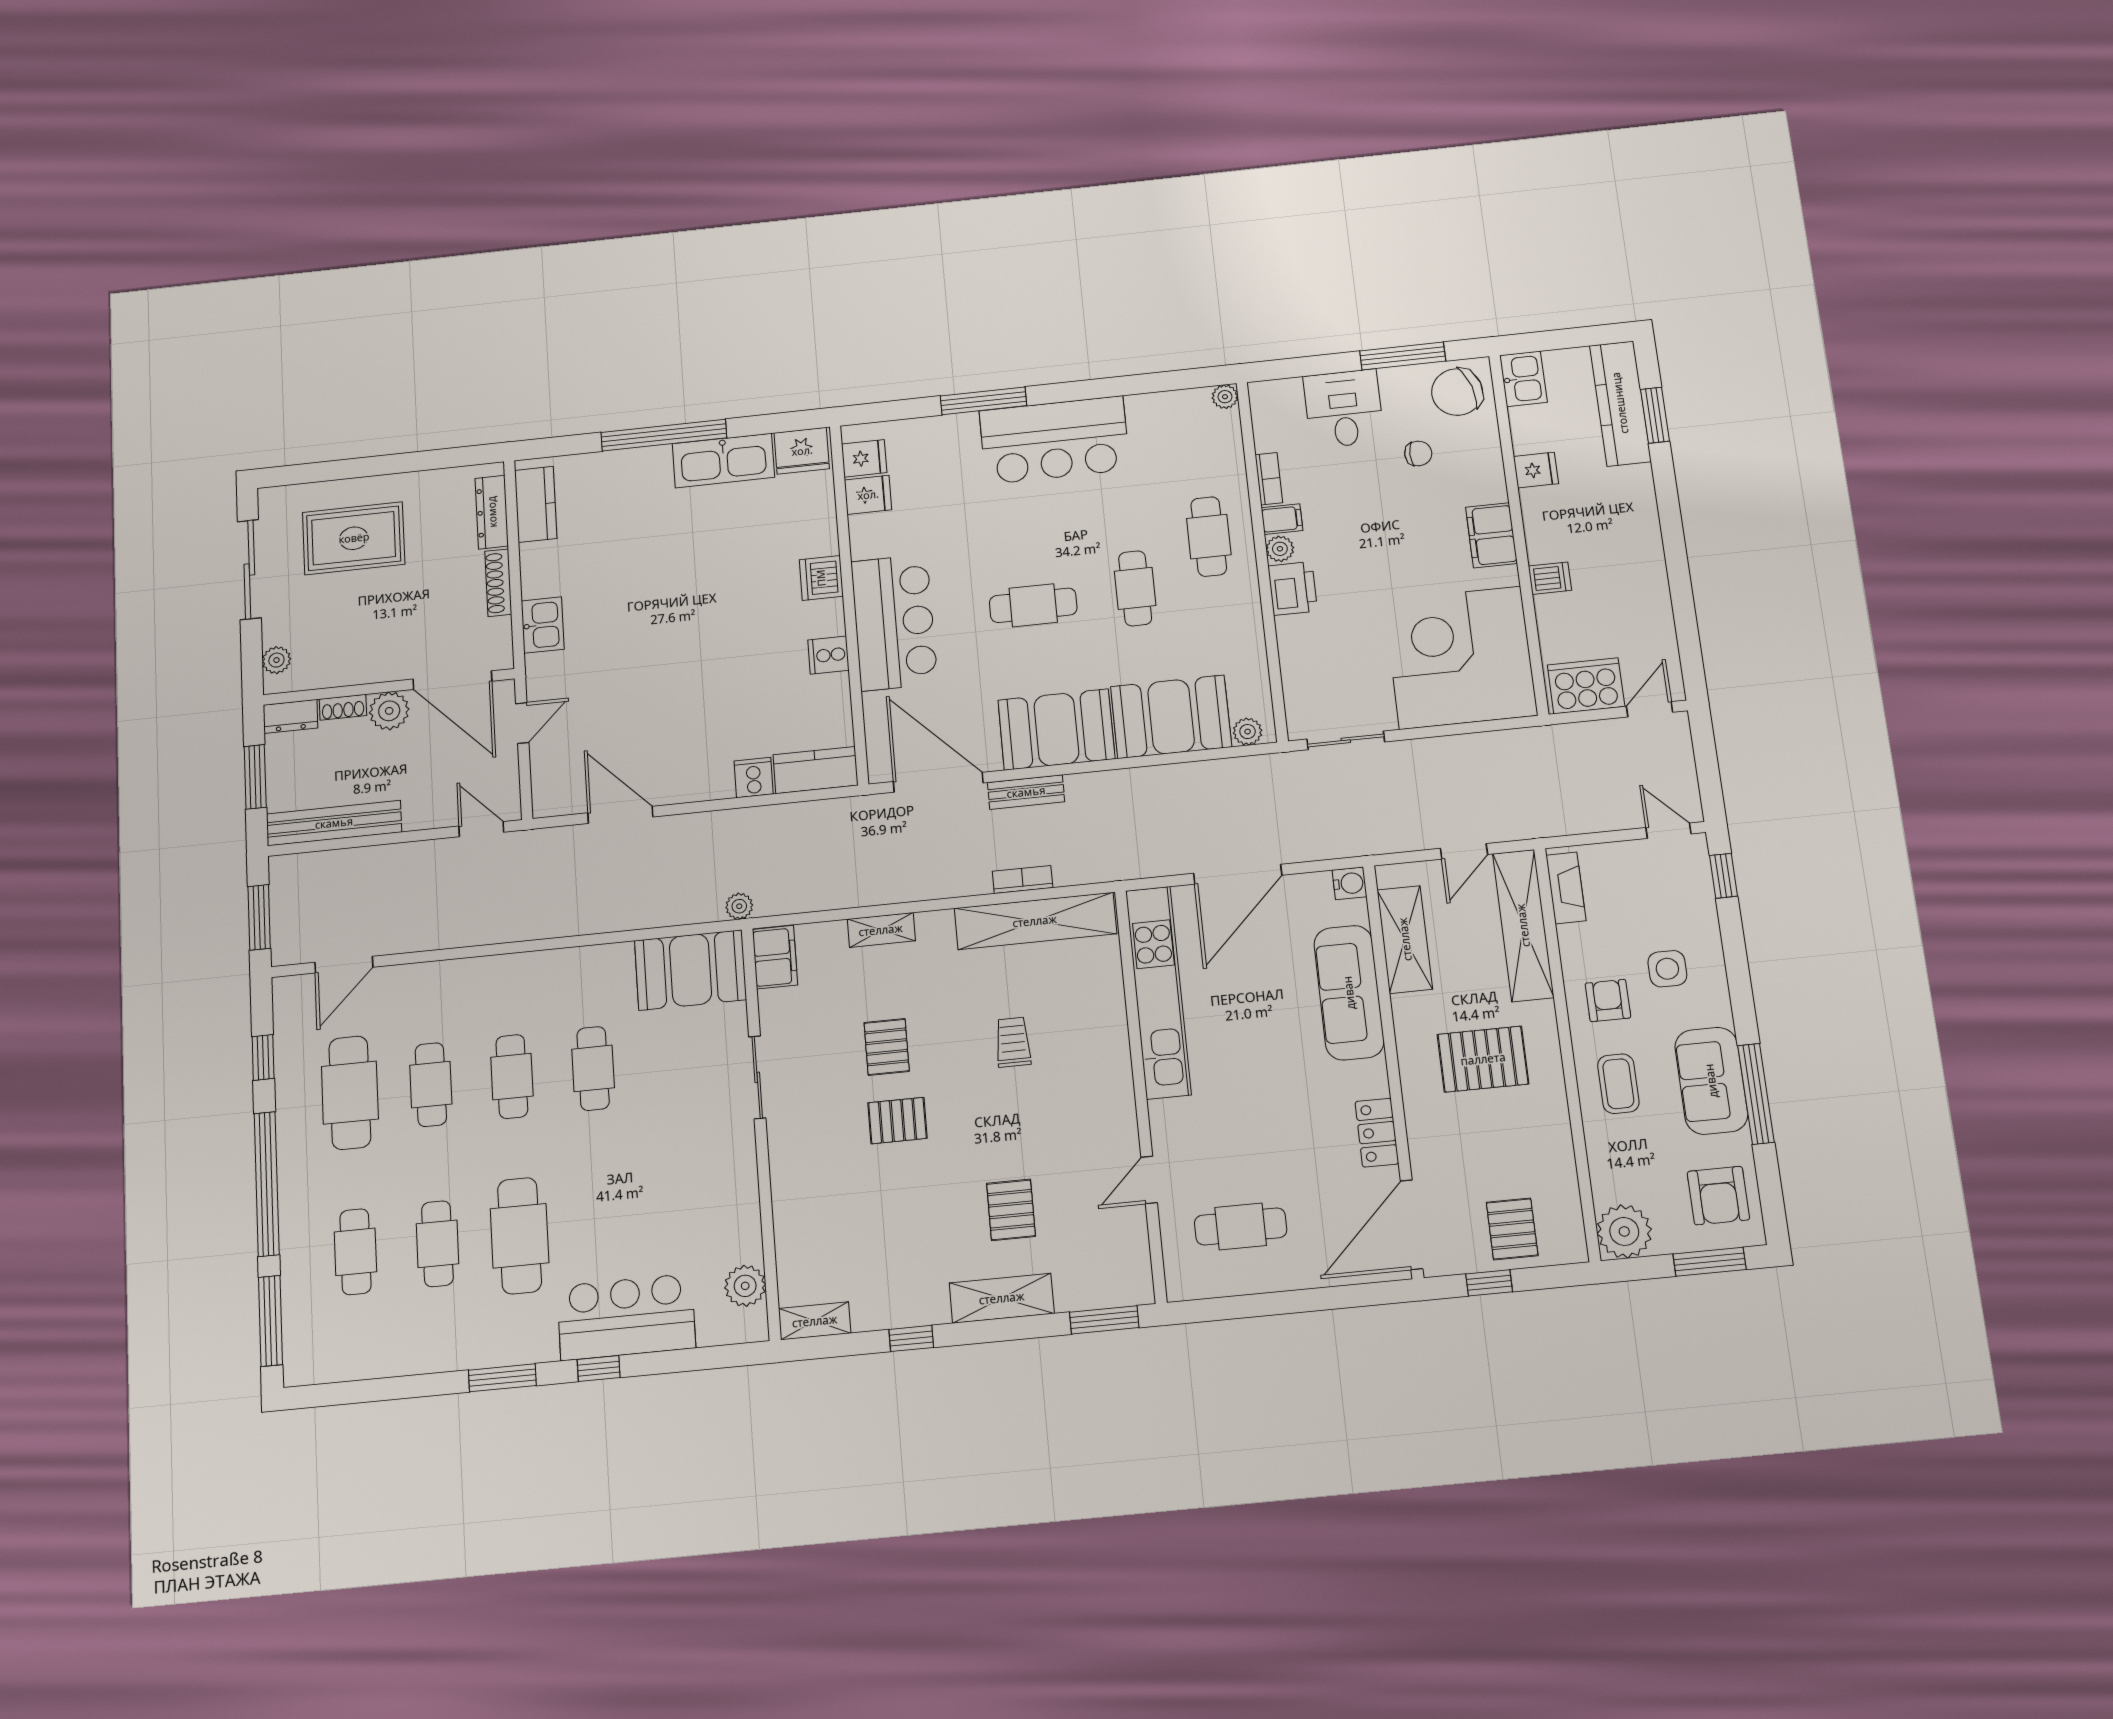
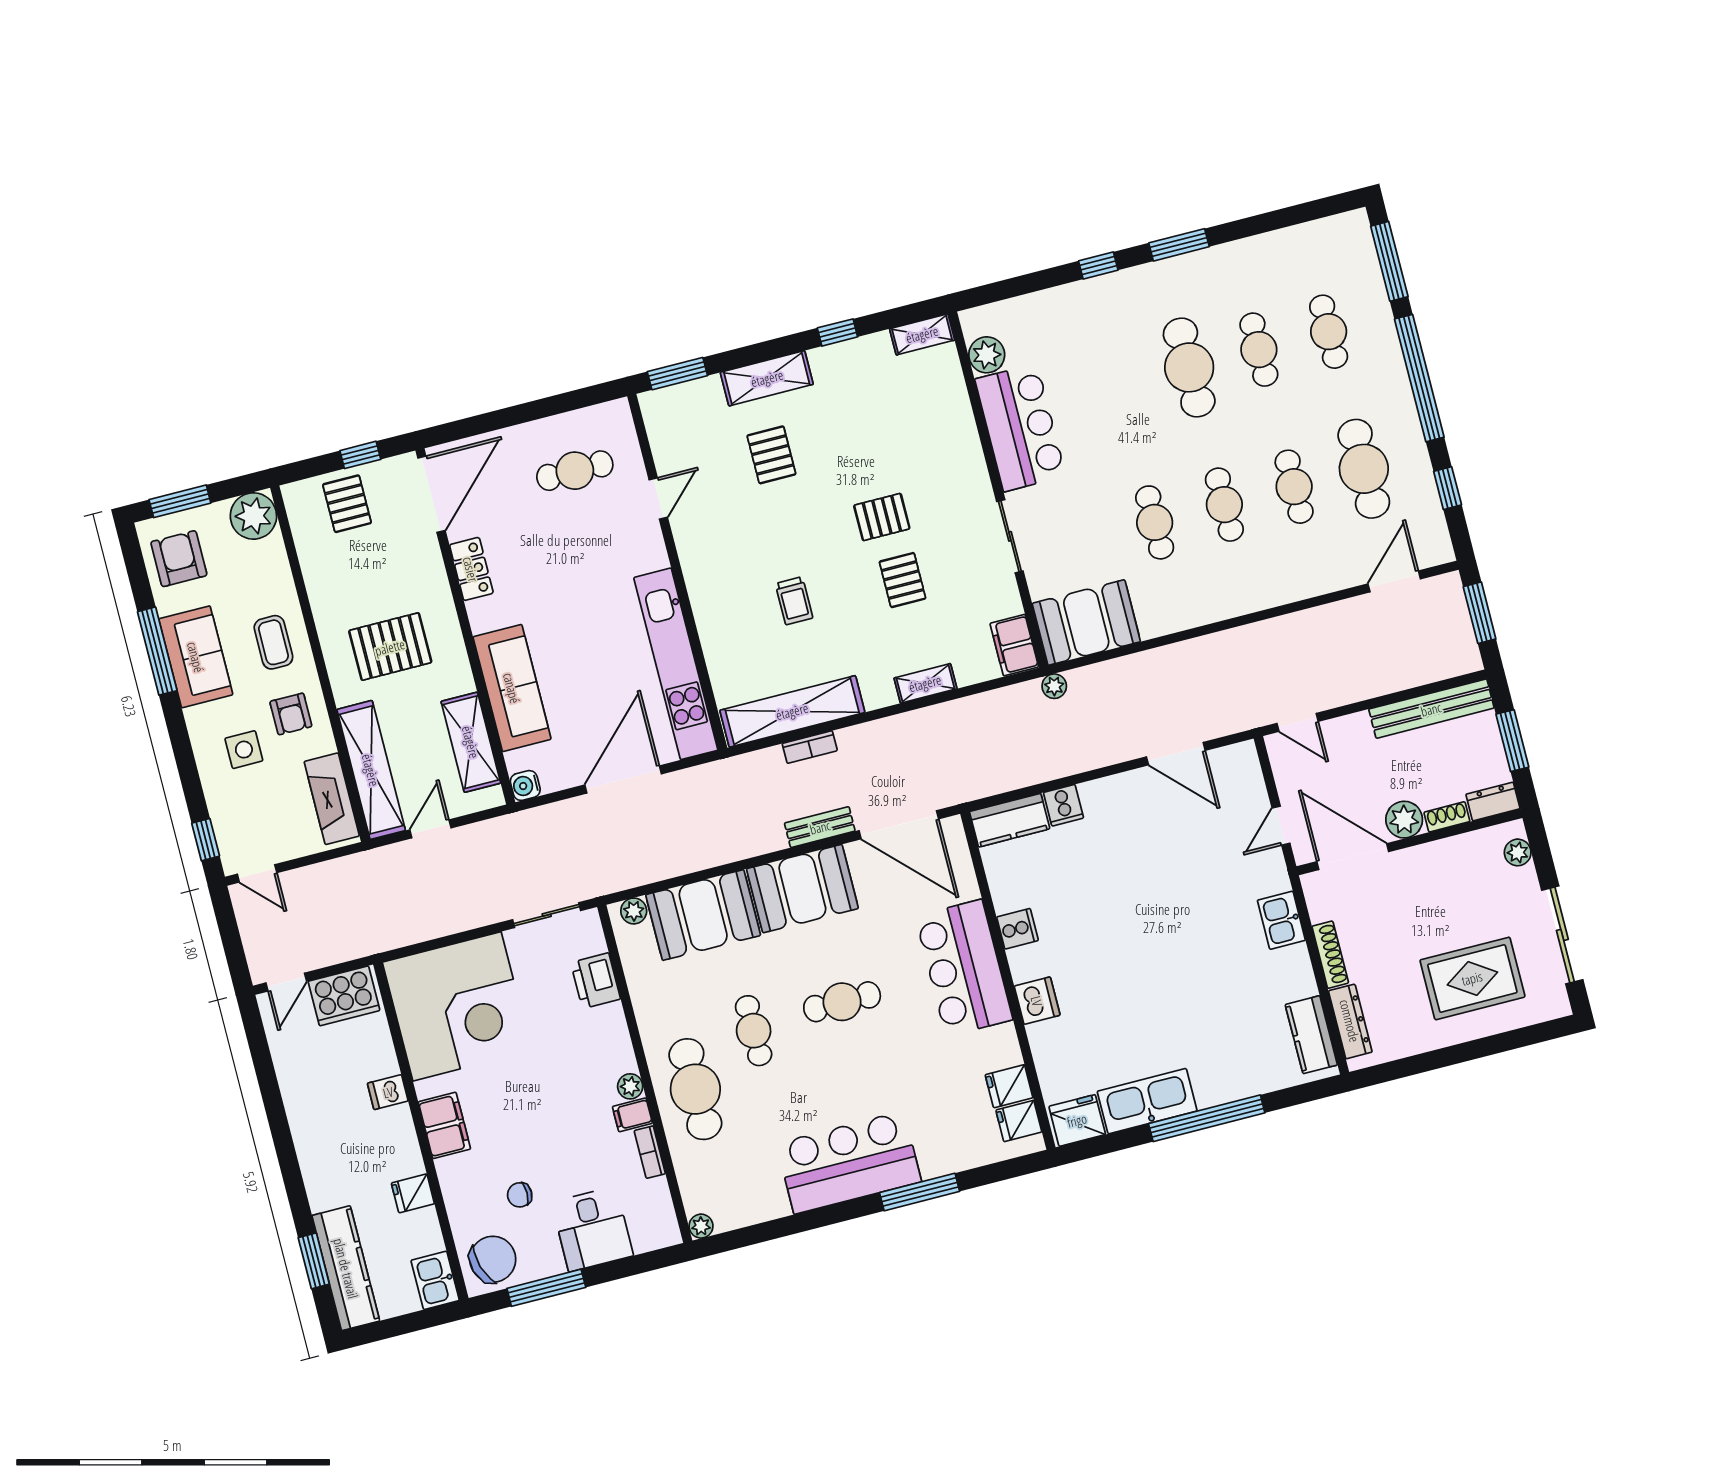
cafe table: (1209, 537) -> (695, 1089), width x1.37, depth x1.35
printer: (1293, 588) -> (596, 981), moved
fireplace: (1566, 888) -> (332, 799), width x1.37, depth x1.32
bar counter: (626, 1317) -> (1020, 428), moved, turned -90

